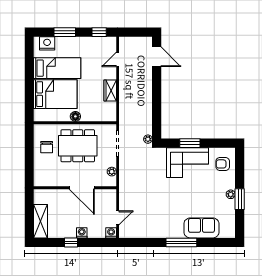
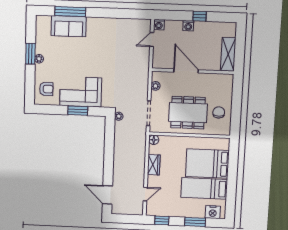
floor lamp: (75, 116) -> (154, 140), moved
shelving: (41, 221) -> (228, 54), moved
window: (181, 242) -> (70, 12), moved

